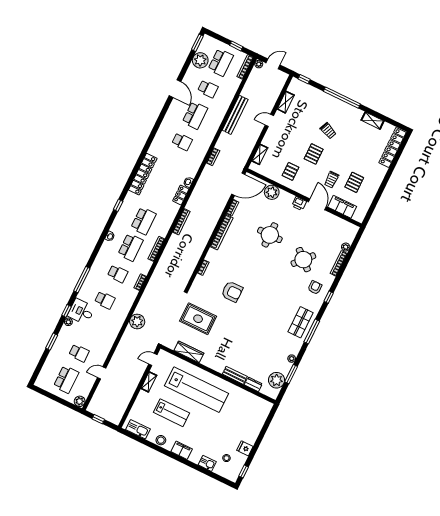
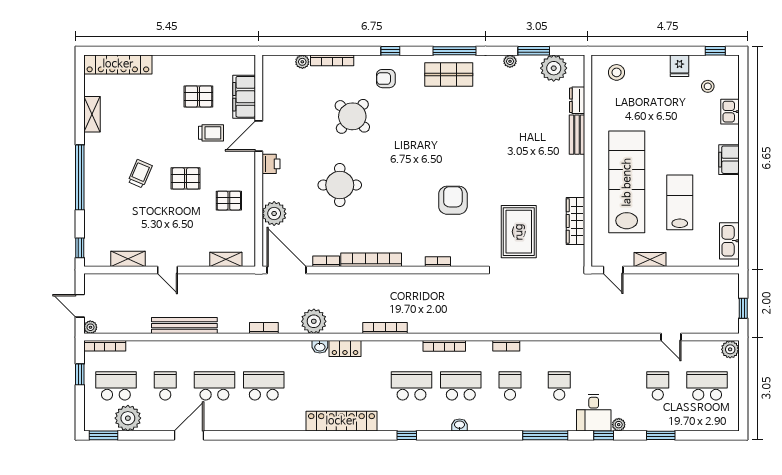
school desk: (182, 142) -> (264, 386), width x1.85
plant: (137, 322) -> (314, 321), moved
stool: (161, 440) -> (617, 72), moved

